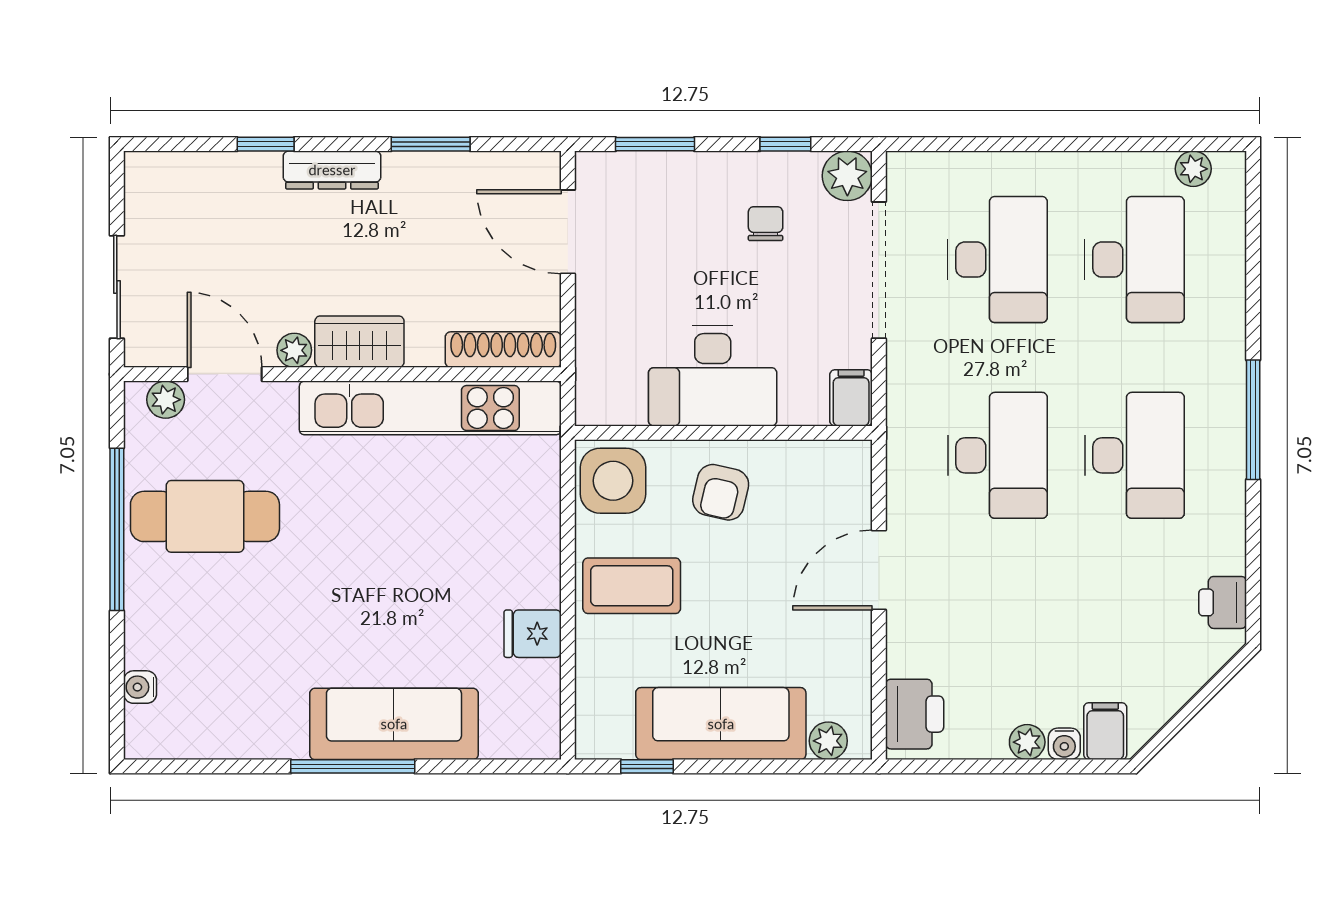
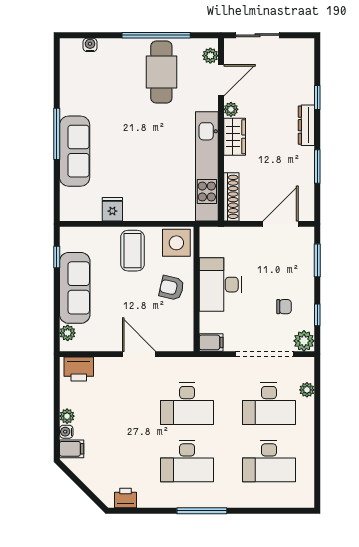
plant: (1193, 169) -> (307, 390), moved

